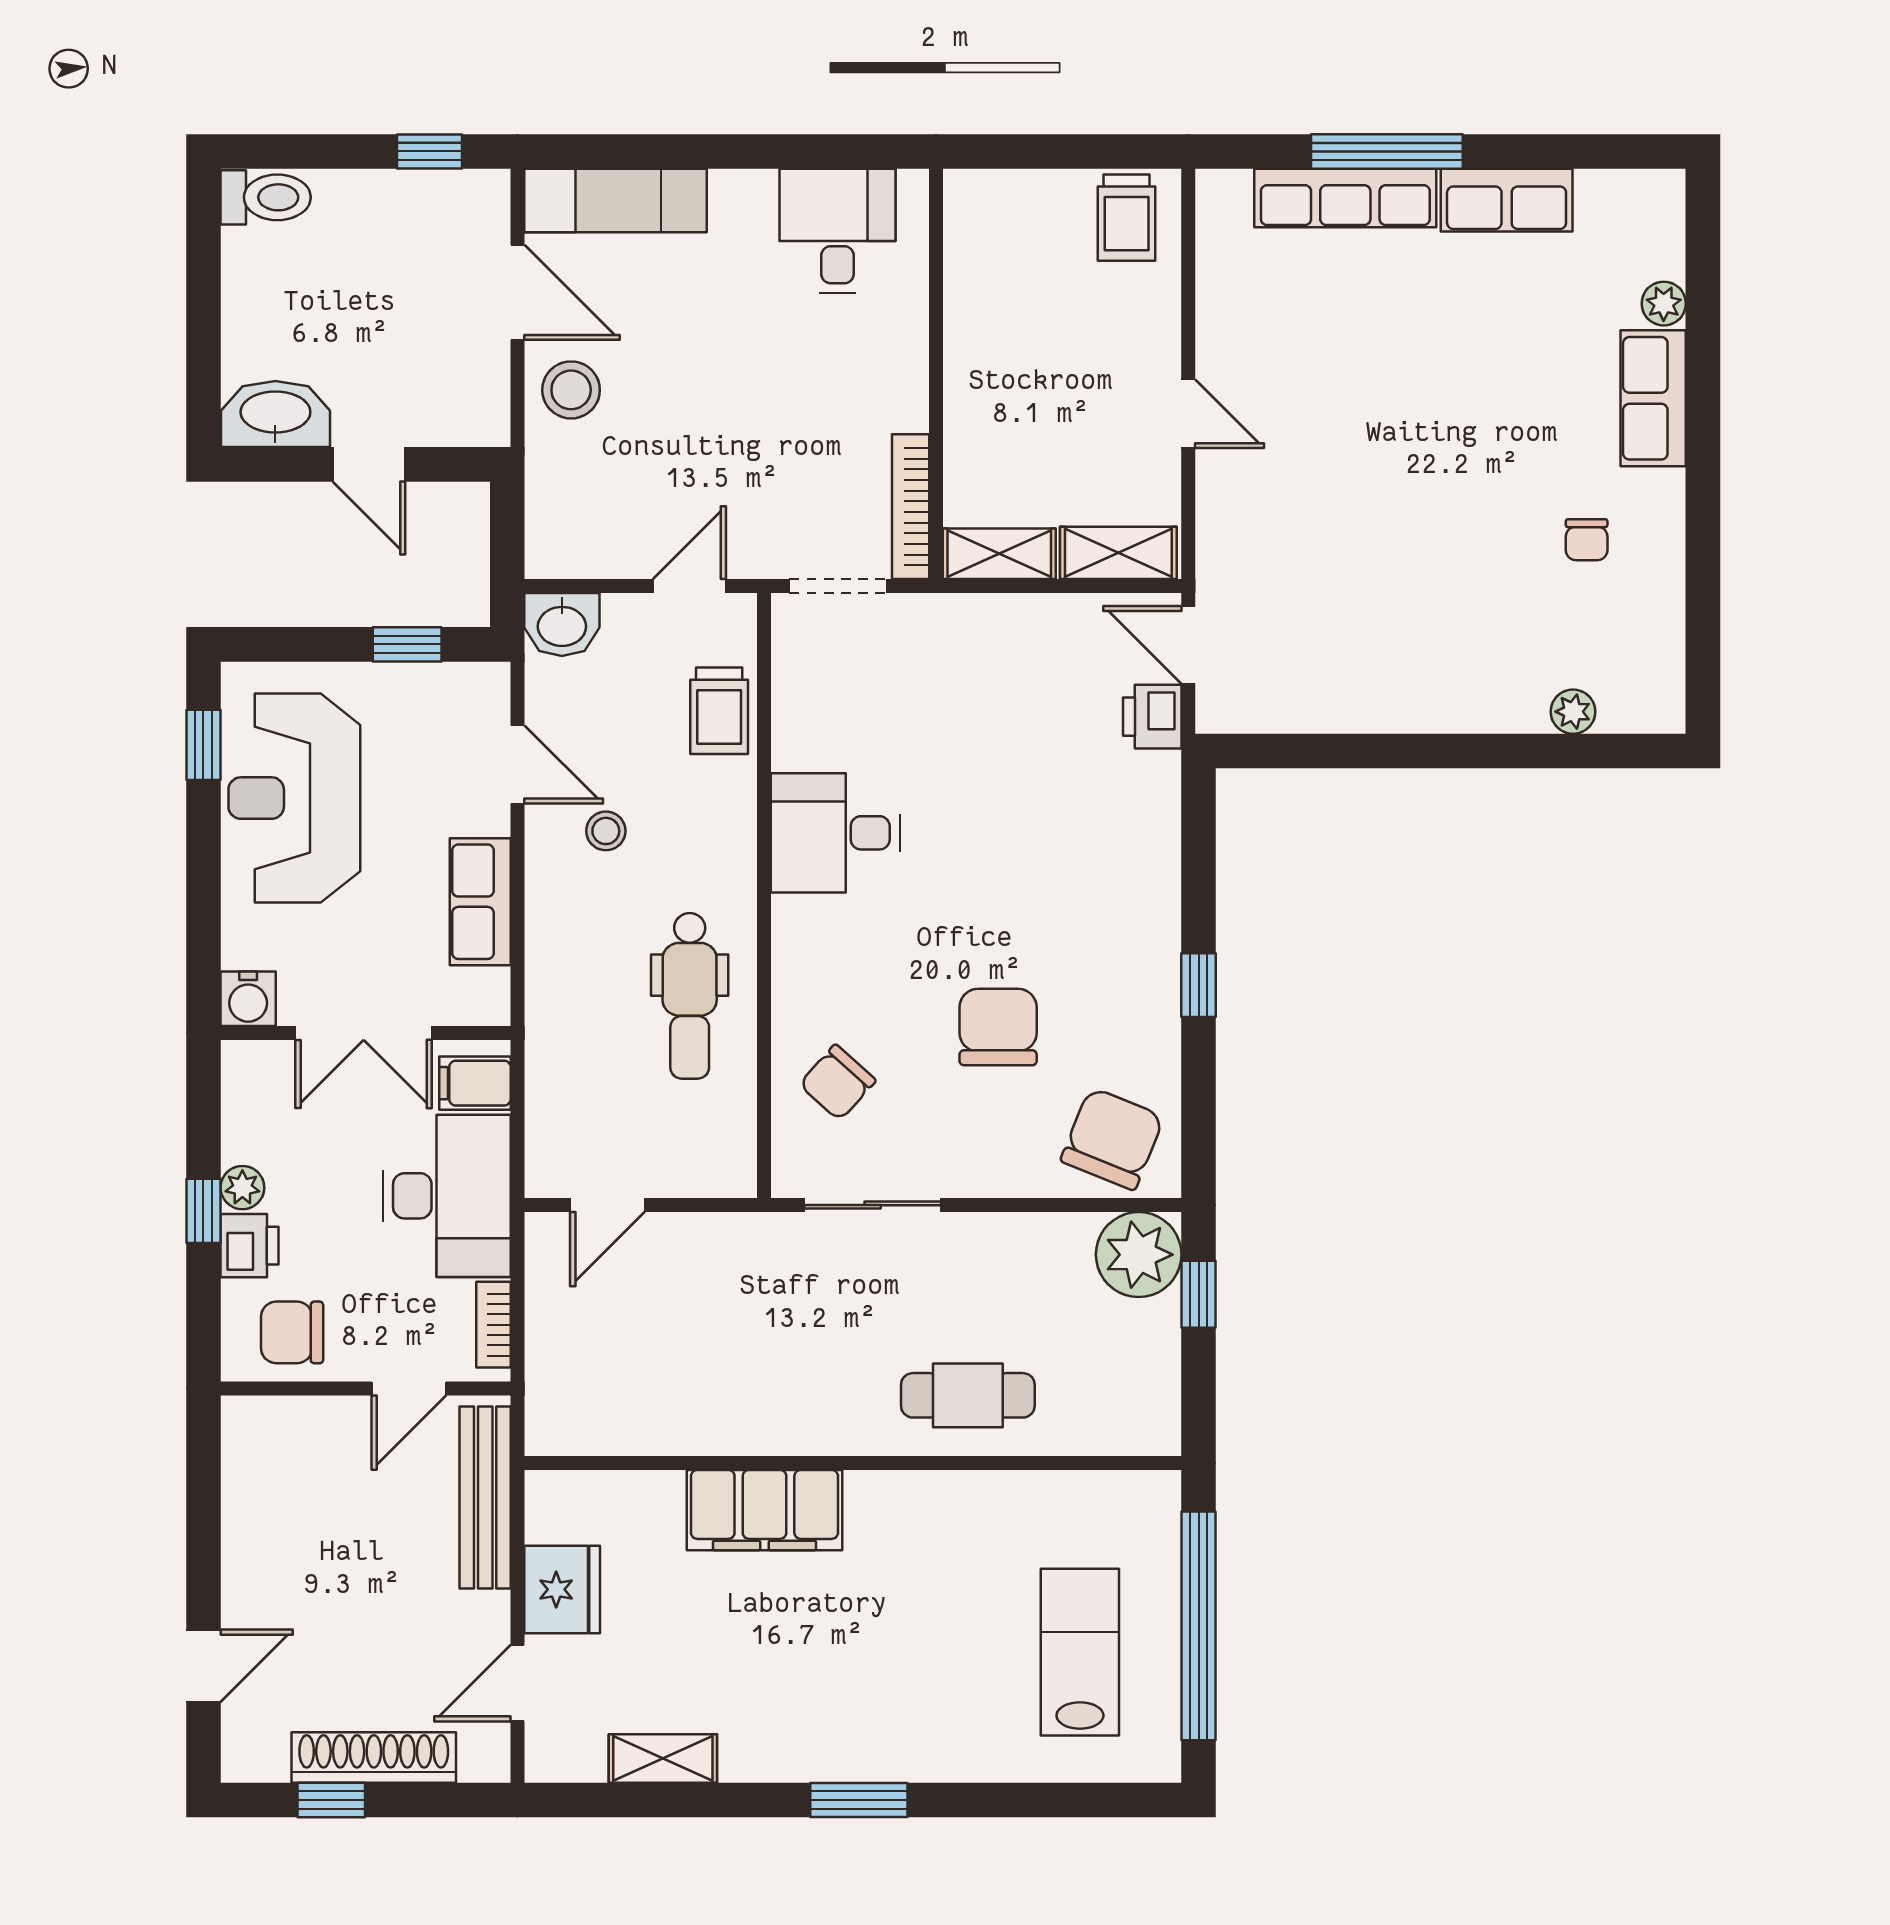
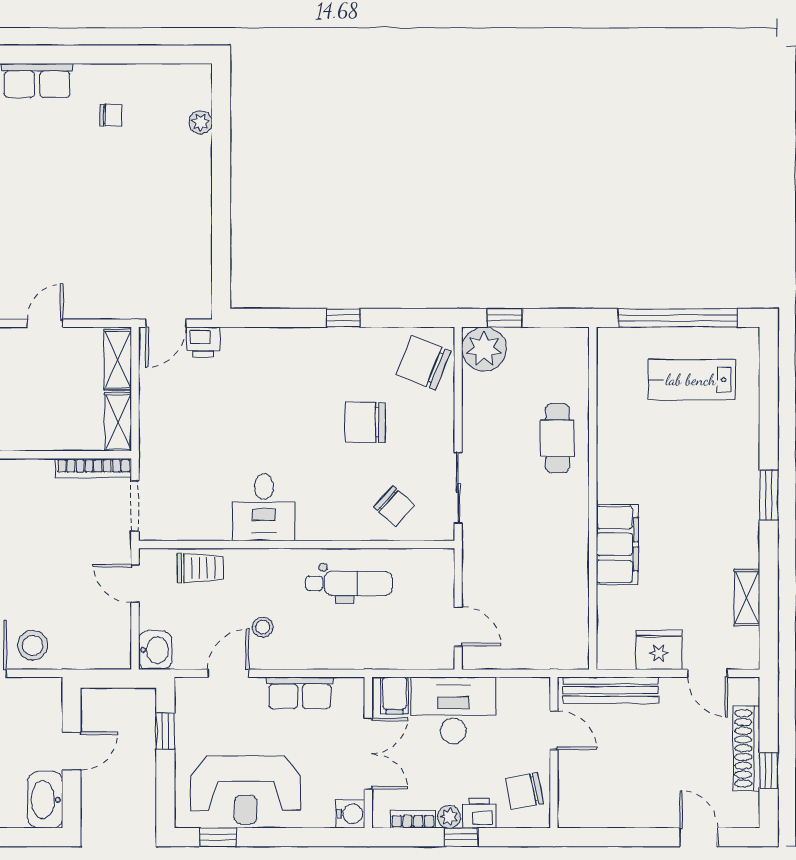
bookcase: (494, 1325) -> (413, 819), moved, turned 180
chair: (292, 1332) -> (525, 791), turned 79

